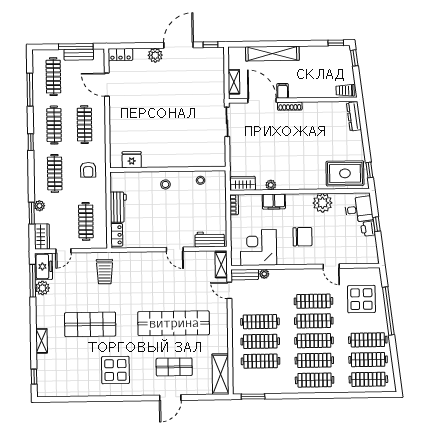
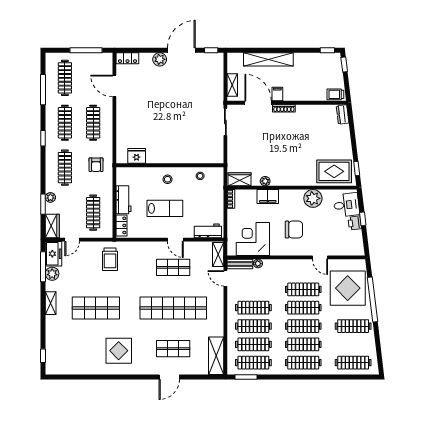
bench: (79, 55) -> (89, 58), removed
dresser: (354, 116) -> (343, 115), width x0.70
lab bench: (163, 216) -> (165, 208), added
shop shelf: (173, 279) -> (173, 267), added
display table: (361, 299) -> (348, 288), width x1.36, depth x1.36
shelving: (42, 341) -> (51, 303), moved
clothes rail: (368, 360) -> (253, 363), moved

